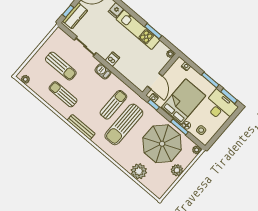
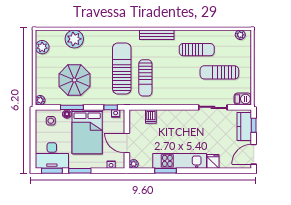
dishwasher: (112, 59) -> (151, 117), moved
barbecue: (103, 71) -> (243, 99), moved
door: (155, 81) -> (127, 143), moved
parasol: (162, 144) -> (74, 80), width x0.73, depth x0.73
plant: (177, 170) -> (42, 47), moved

